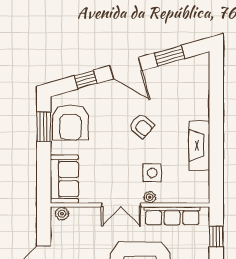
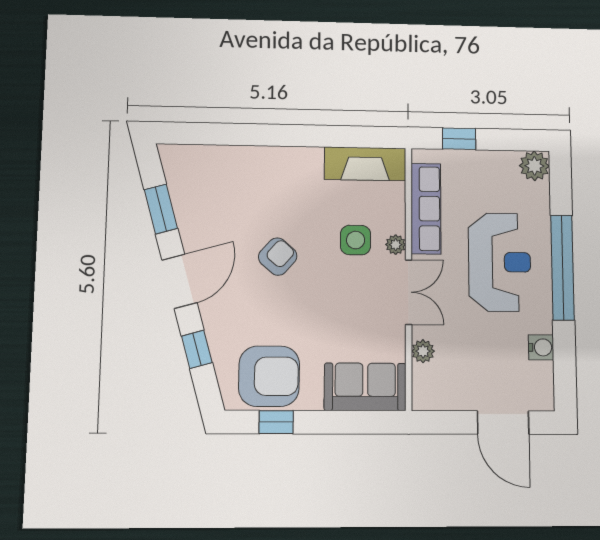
window: (44, 127) -> (276, 422), width x0.67
fireplace: (199, 145) -> (365, 164), moved
plant: (62, 214) -> (423, 351), moved

